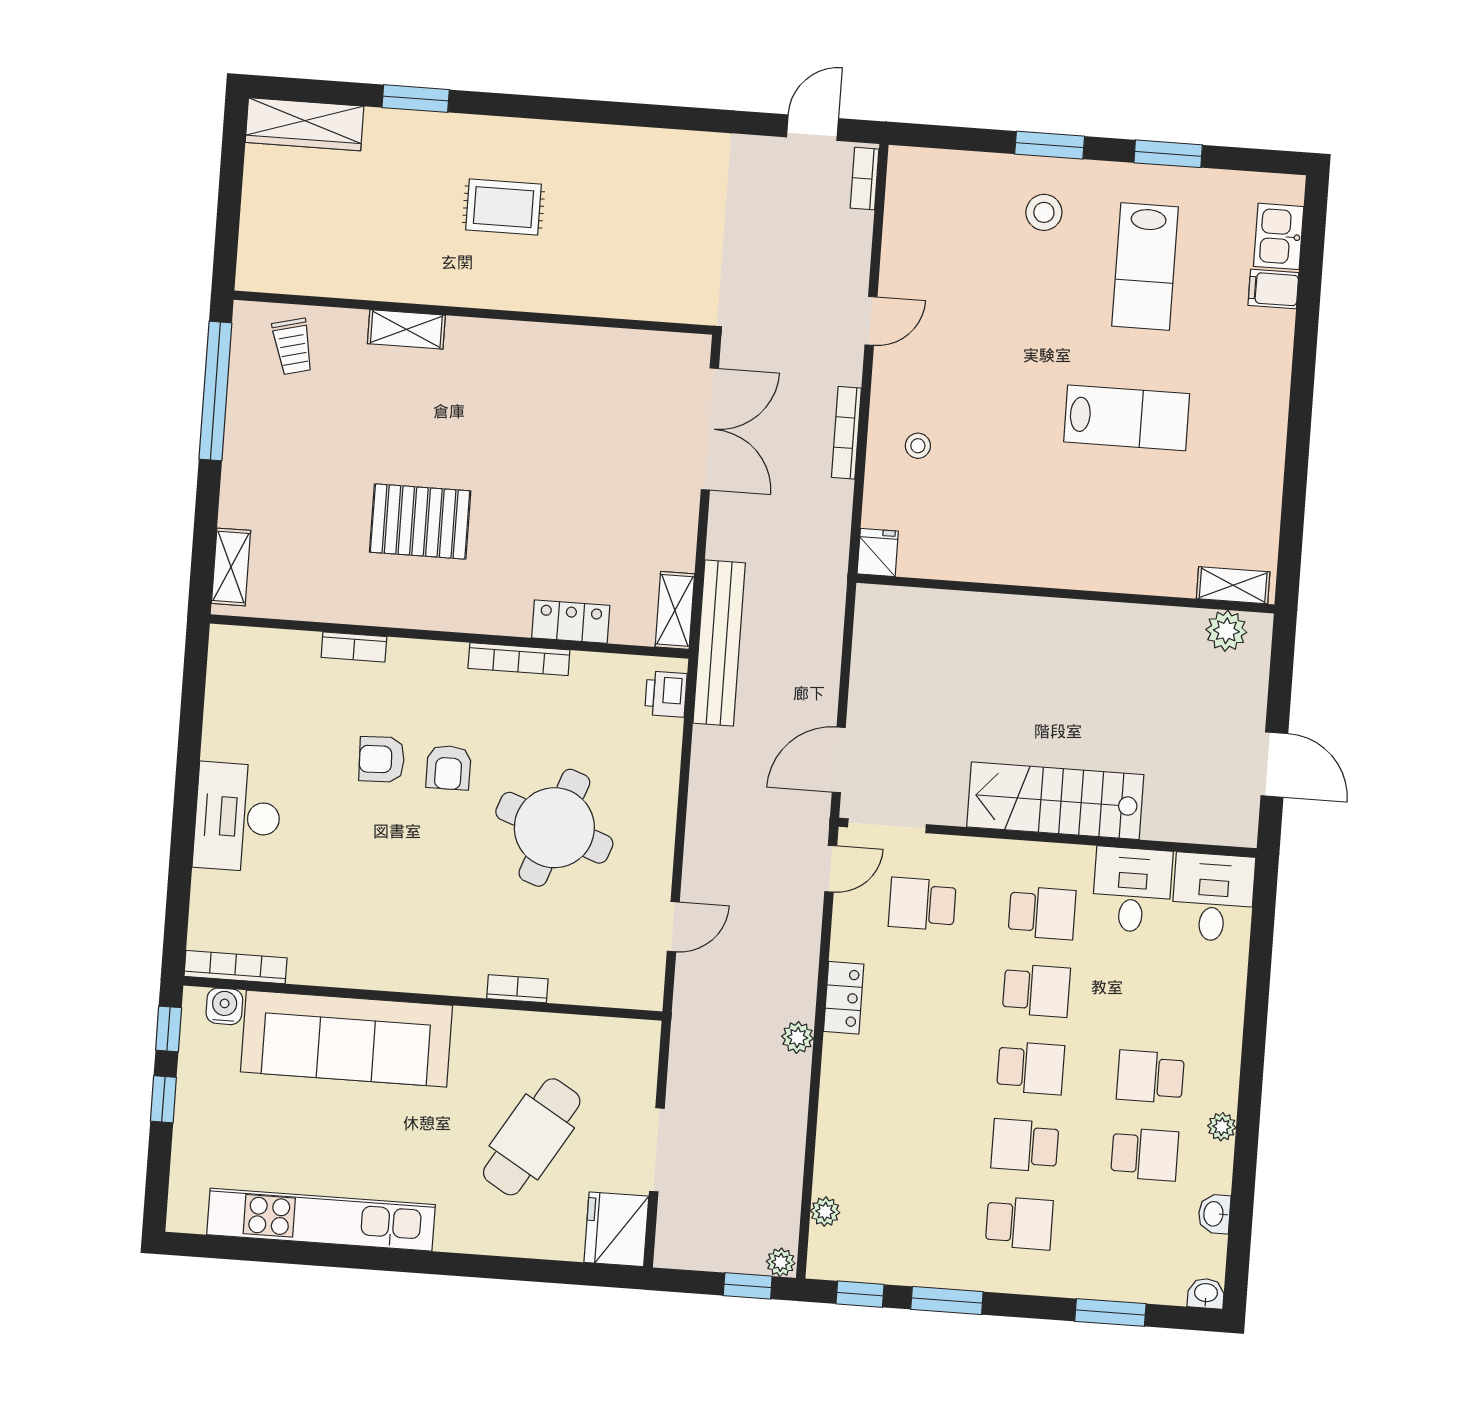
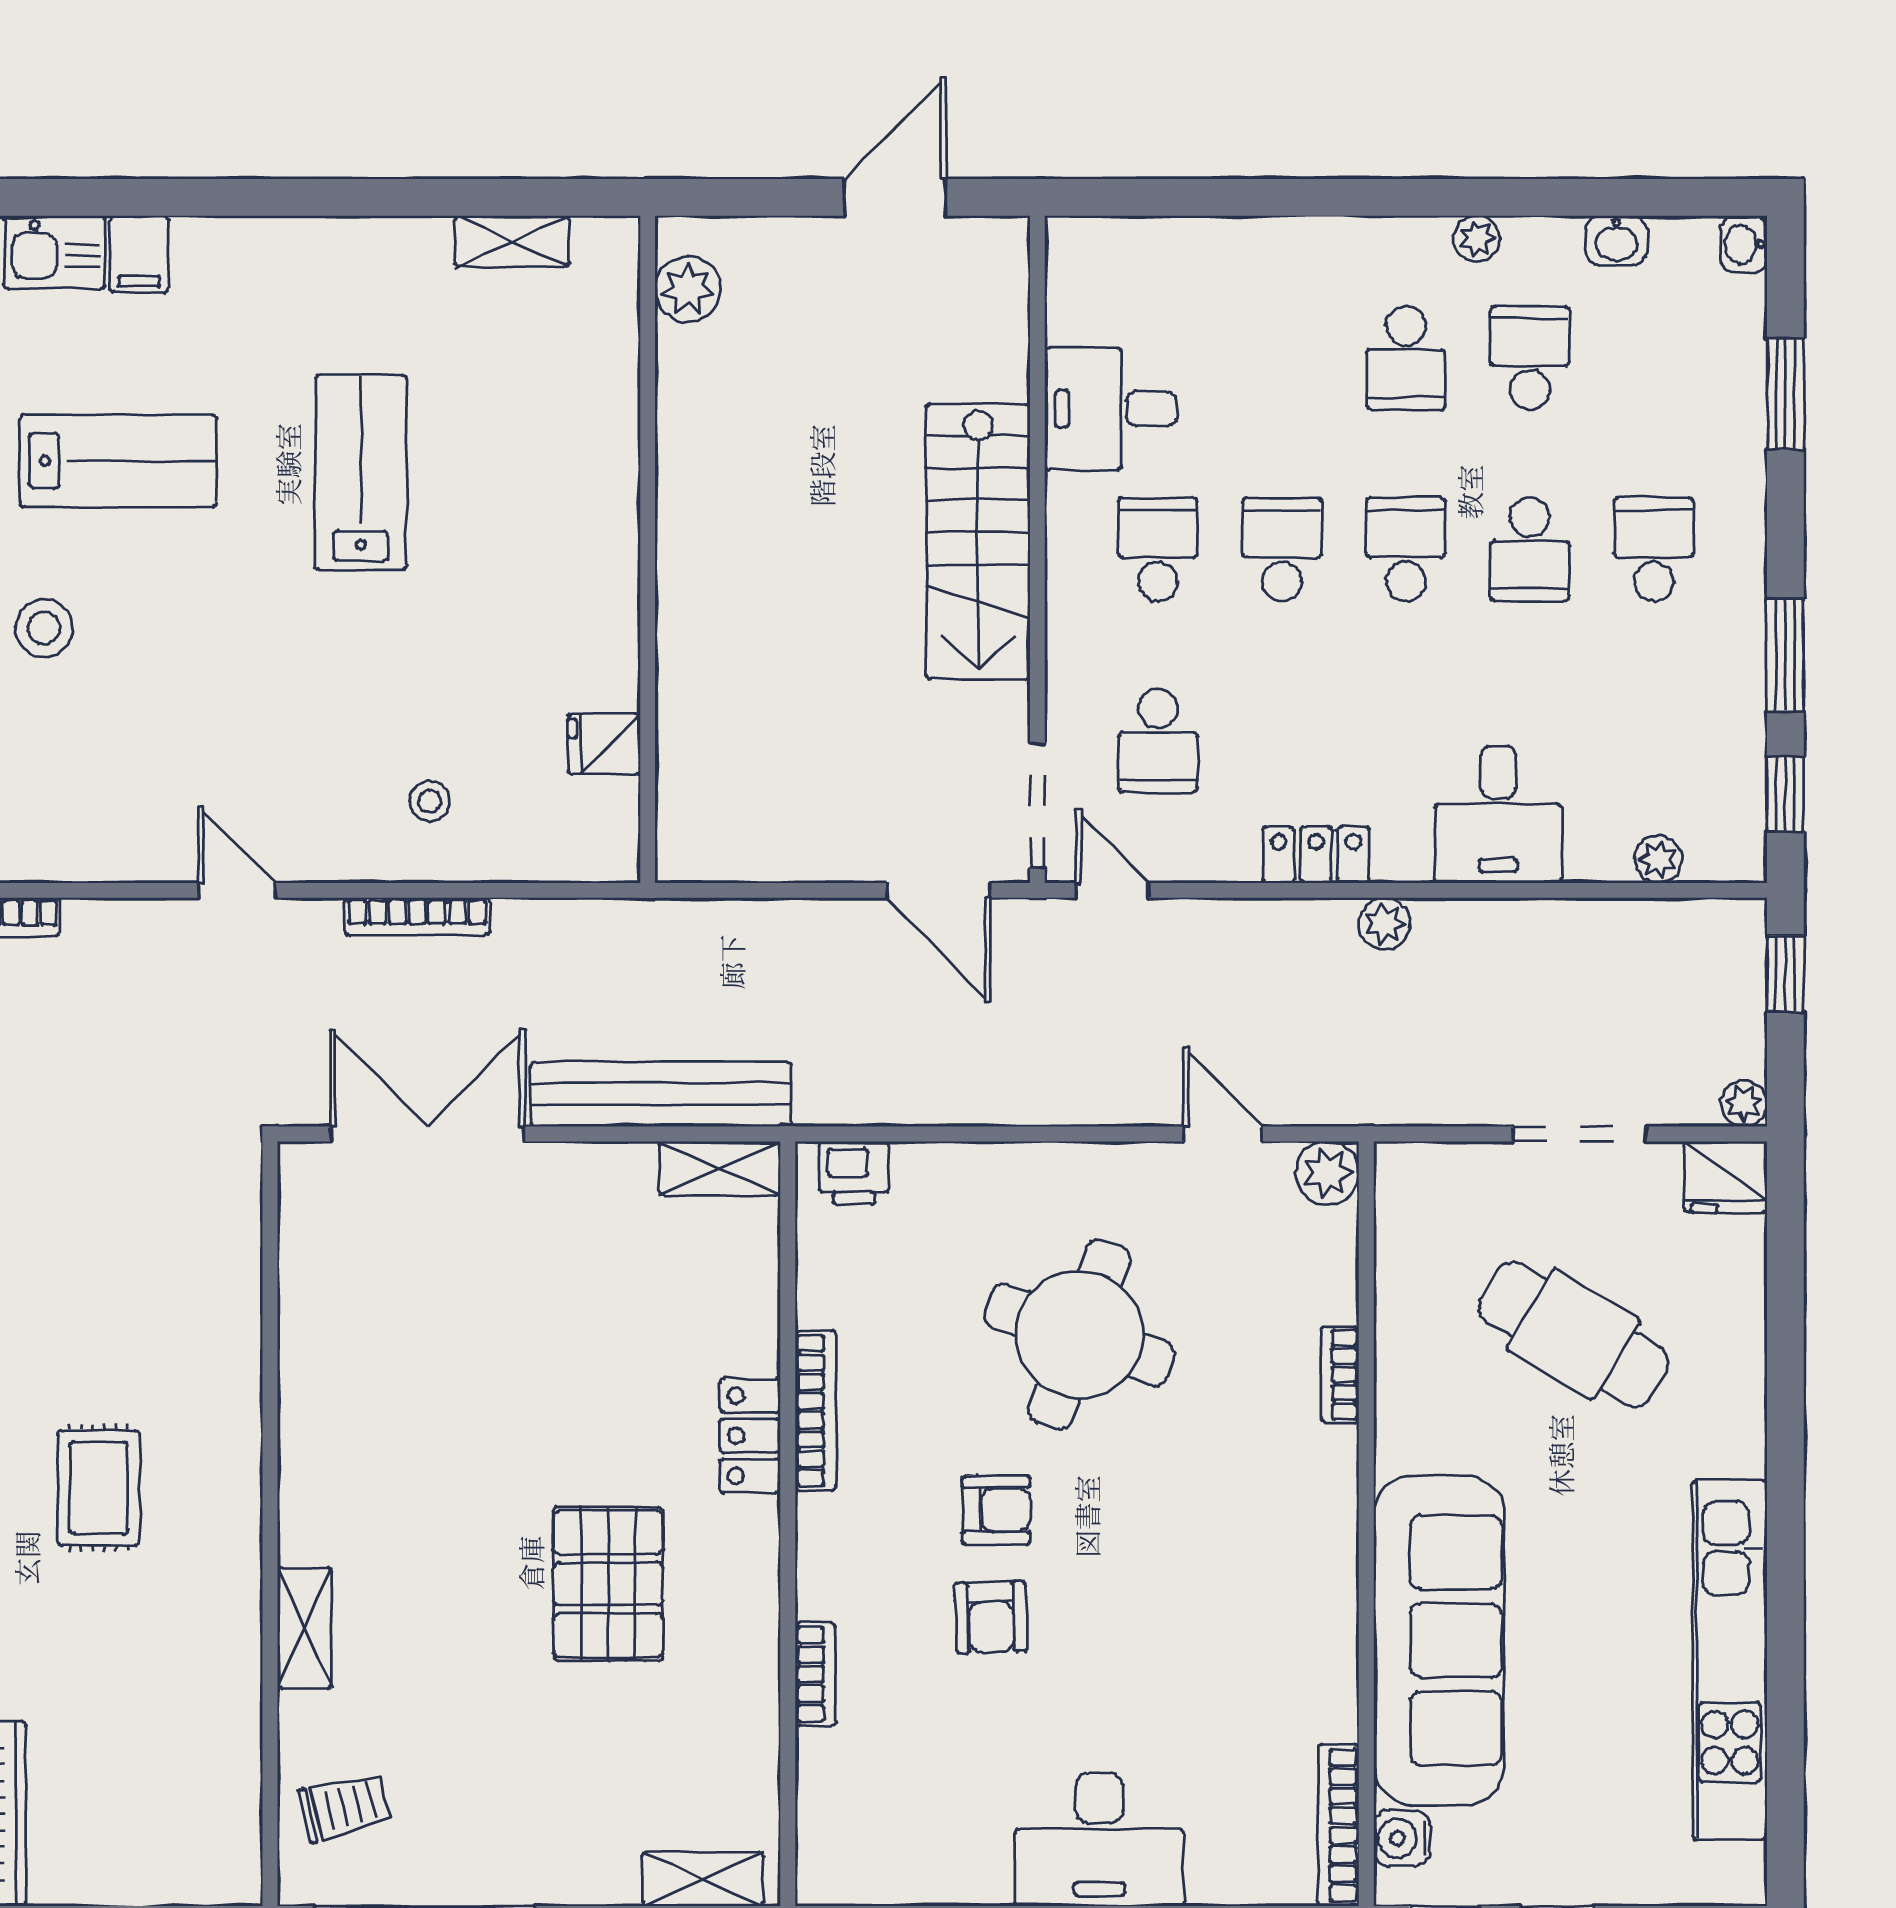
fridge: (878, 552) -> (604, 744), moved
shelving: (1233, 585) -> (512, 241), moved, turned 90
locker: (571, 622) -> (750, 1436), moved
bench: (719, 643) -> (661, 1094), moved
desk: (1213, 897) -> (1498, 815), moved, turned -90
plant: (644, 990) -> (1327, 1173), added
fridge: (616, 1229) -> (1726, 1177), width x0.73, depth x0.75
plant: (781, 1262) -> (1744, 1104), moved

